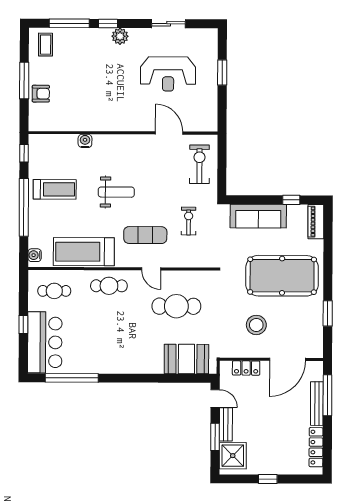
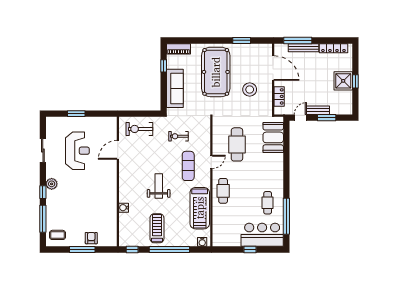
cafe table: (54, 291) -> (268, 203), moved
shower: (233, 456) -> (343, 81), moved

